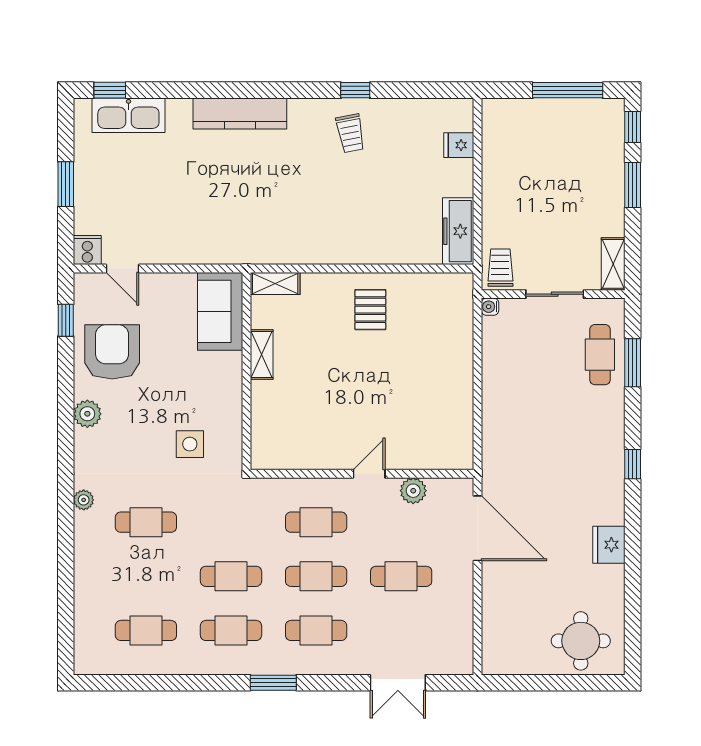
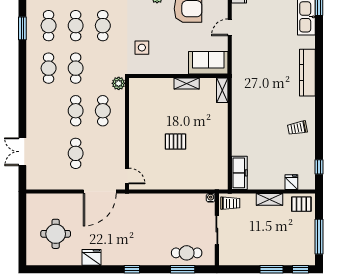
window: (355, 90) -> (319, 167), moved
pallet: (503, 125) -> (301, 204), added
freezer: (458, 231) -> (239, 173), moved, turned 90
shelving: (613, 264) -> (269, 199), moved
door: (122, 268) -> (230, 27), moved
pallet: (370, 310) -> (175, 142), moved
door: (369, 474) -> (127, 176), moved
plant: (413, 491) -> (119, 83), moved
cafe table: (316, 630) -> (76, 26), moved
round table: (581, 641) -> (56, 234), moved
window: (273, 683) -> (22, 28), moved

